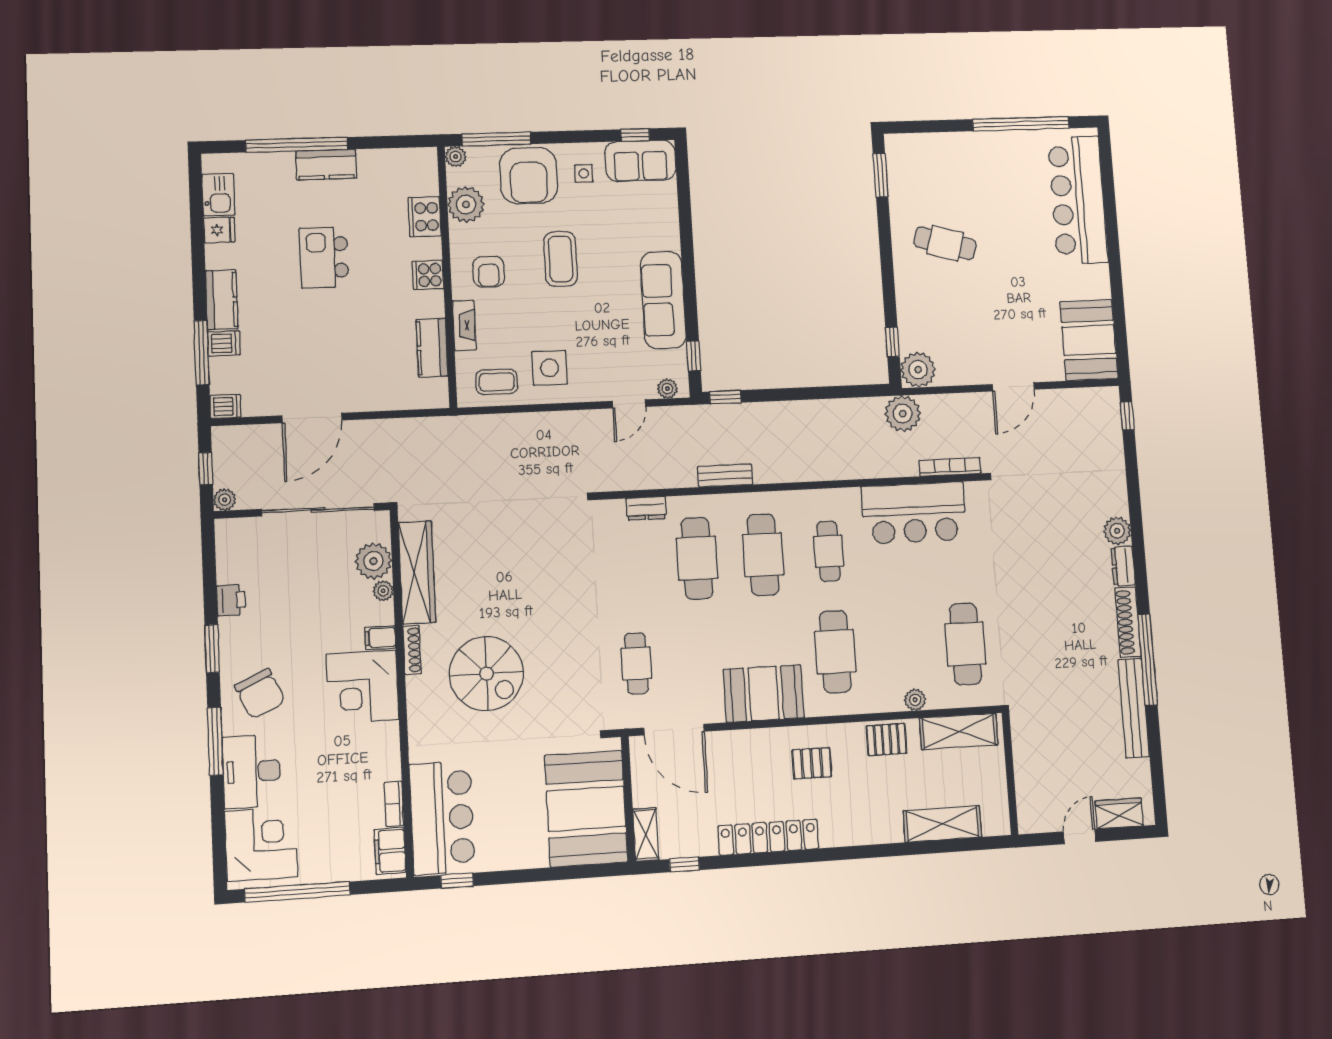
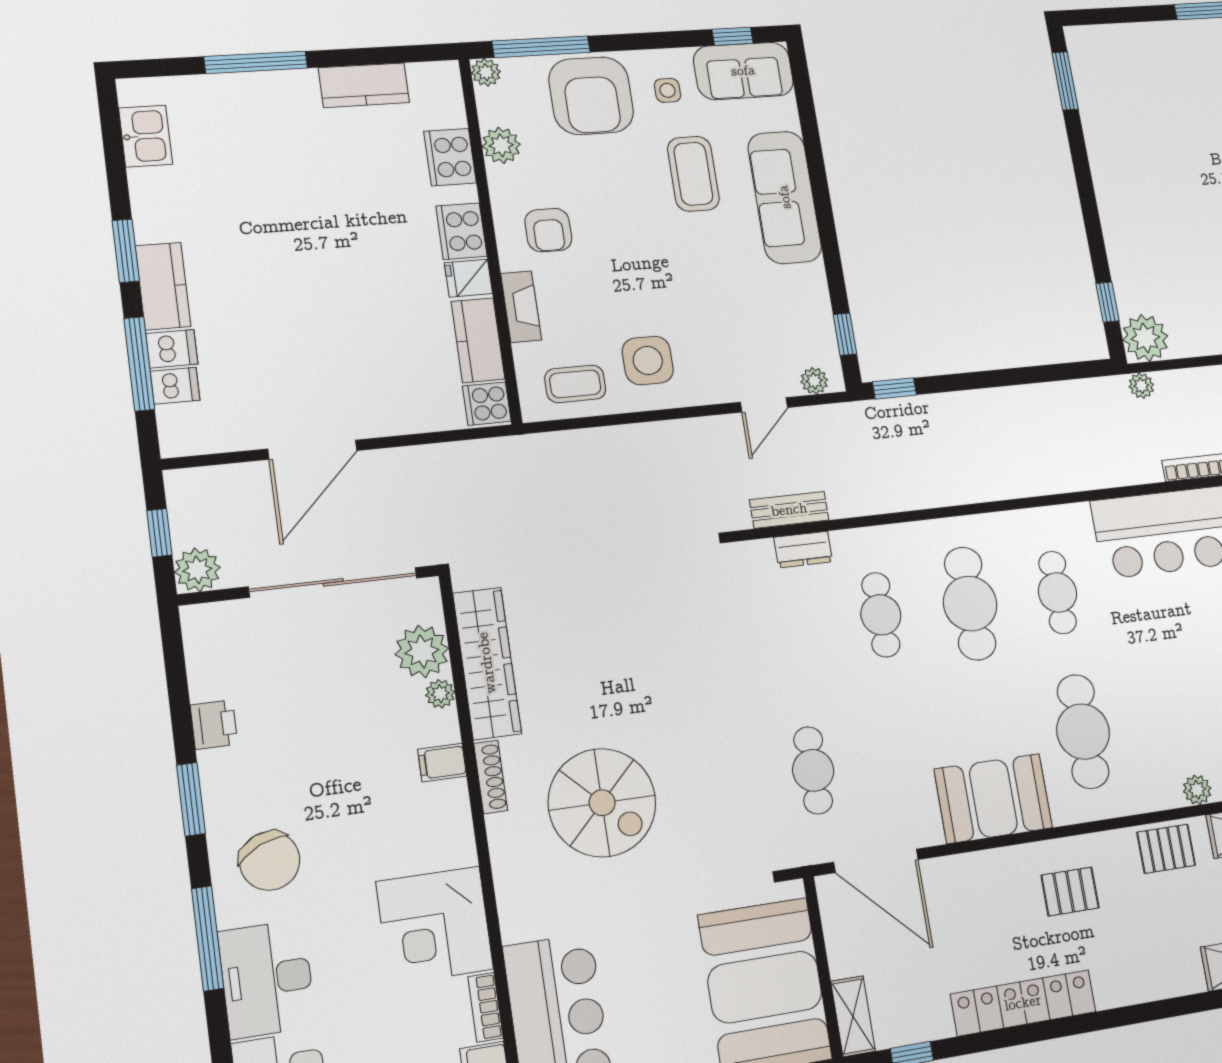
window: (297, 145) -> (256, 62), width x0.68
kitchen counter: (326, 165) -> (364, 85), moved
plant: (466, 205) -> (501, 145), width x0.73, depth x0.73
fridge: (219, 230) -> (468, 278), moved, turned 180
cafe table: (945, 243) -> (1159, 168), removed
kitchen island: (324, 257) -> (310, 220), removed
coffee table: (561, 259) -> (693, 174), moved
window: (199, 274) -> (126, 251), added
cooker: (428, 275) -> (461, 231), width x1.36
sofa: (663, 300) -> (785, 197), moved
cooker: (434, 393) -> (487, 404), added
dishwasher: (225, 406) -> (175, 386), moved
plant: (903, 414) -> (1141, 386), width x0.53, depth x0.53
bench: (725, 476) -> (789, 510), moved
plant: (225, 500) -> (197, 570), width x1.38, depth x1.38
cafe table: (697, 558) -> (881, 615), width x0.73, depth x0.74
corner desk: (363, 687) -> (435, 925), moved

